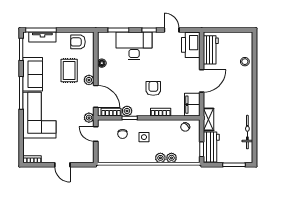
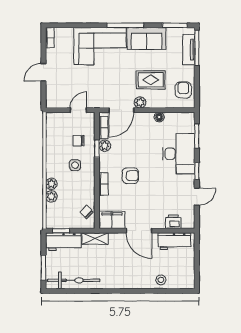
printer: (191, 45) -> (173, 222), width x0.53, depth x0.68
plant: (89, 118) -> (97, 102), removed
bicycle: (247, 132) -> (74, 280), width x1.37, depth x1.40

